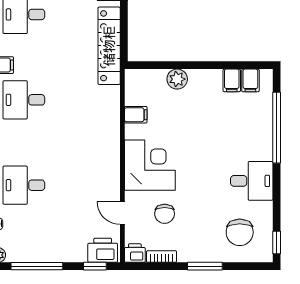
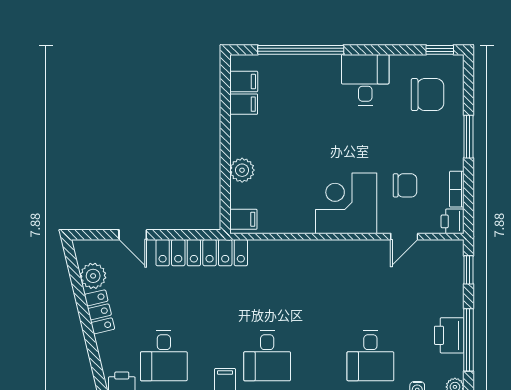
filing cabinet: (136, 115) -> (243, 219), moved, turned 90
printer: (103, 250) -> (449, 335), moved

